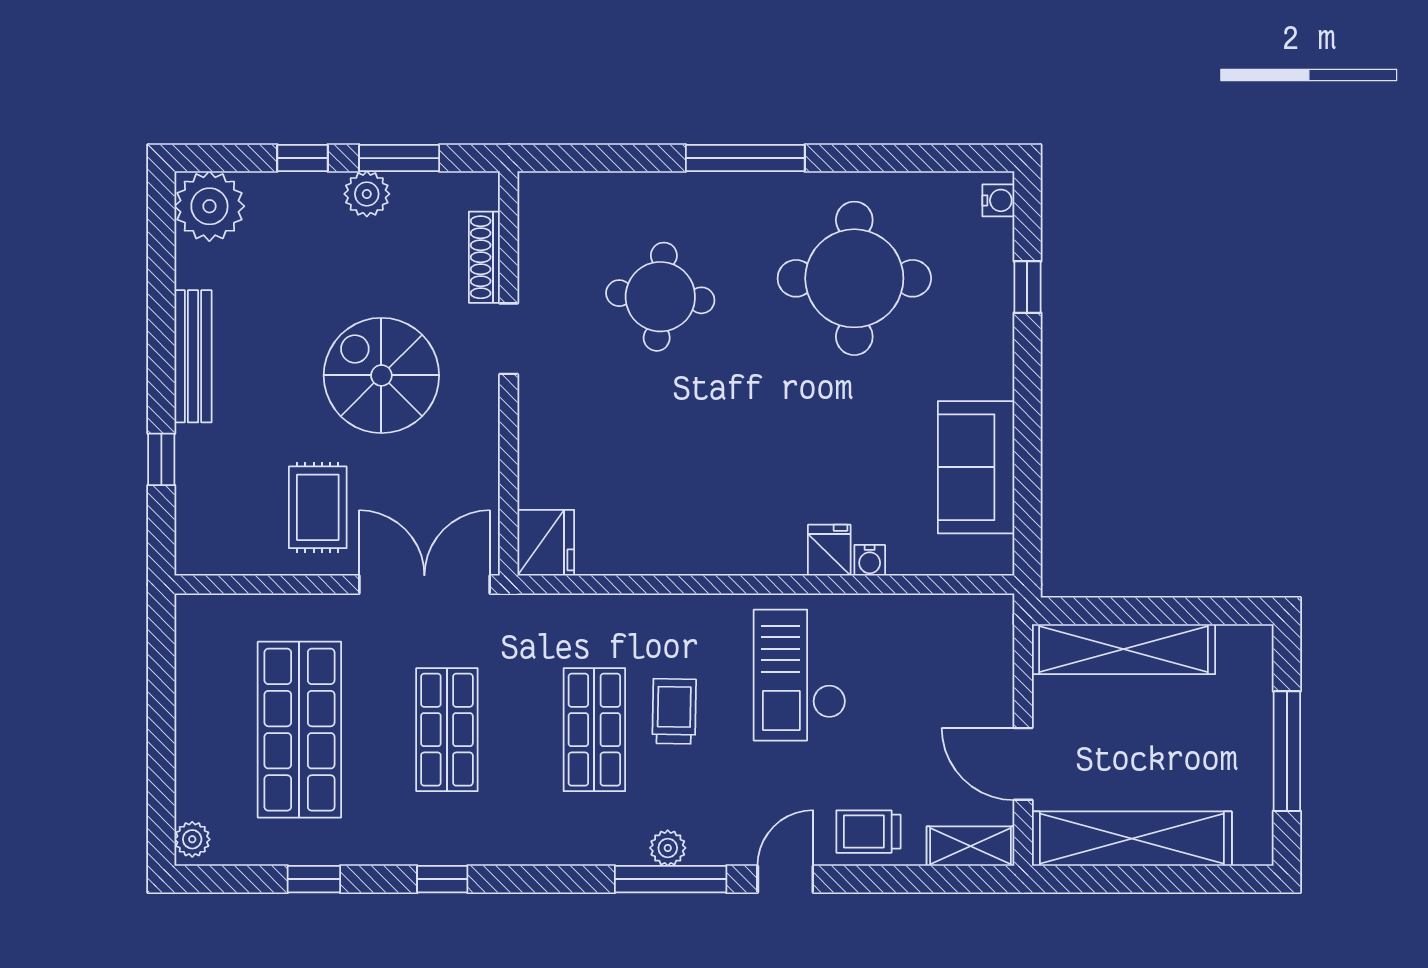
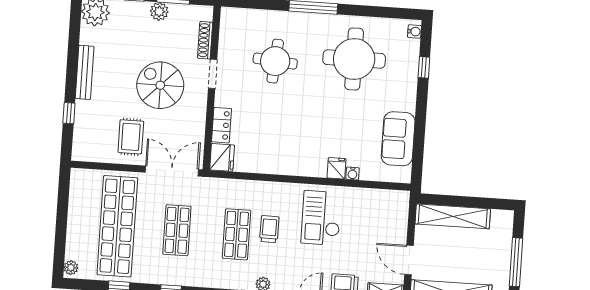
locker: (539, 463) -> (222, 125), added
shop shelf: (299, 730) -> (117, 226), width x1.40

